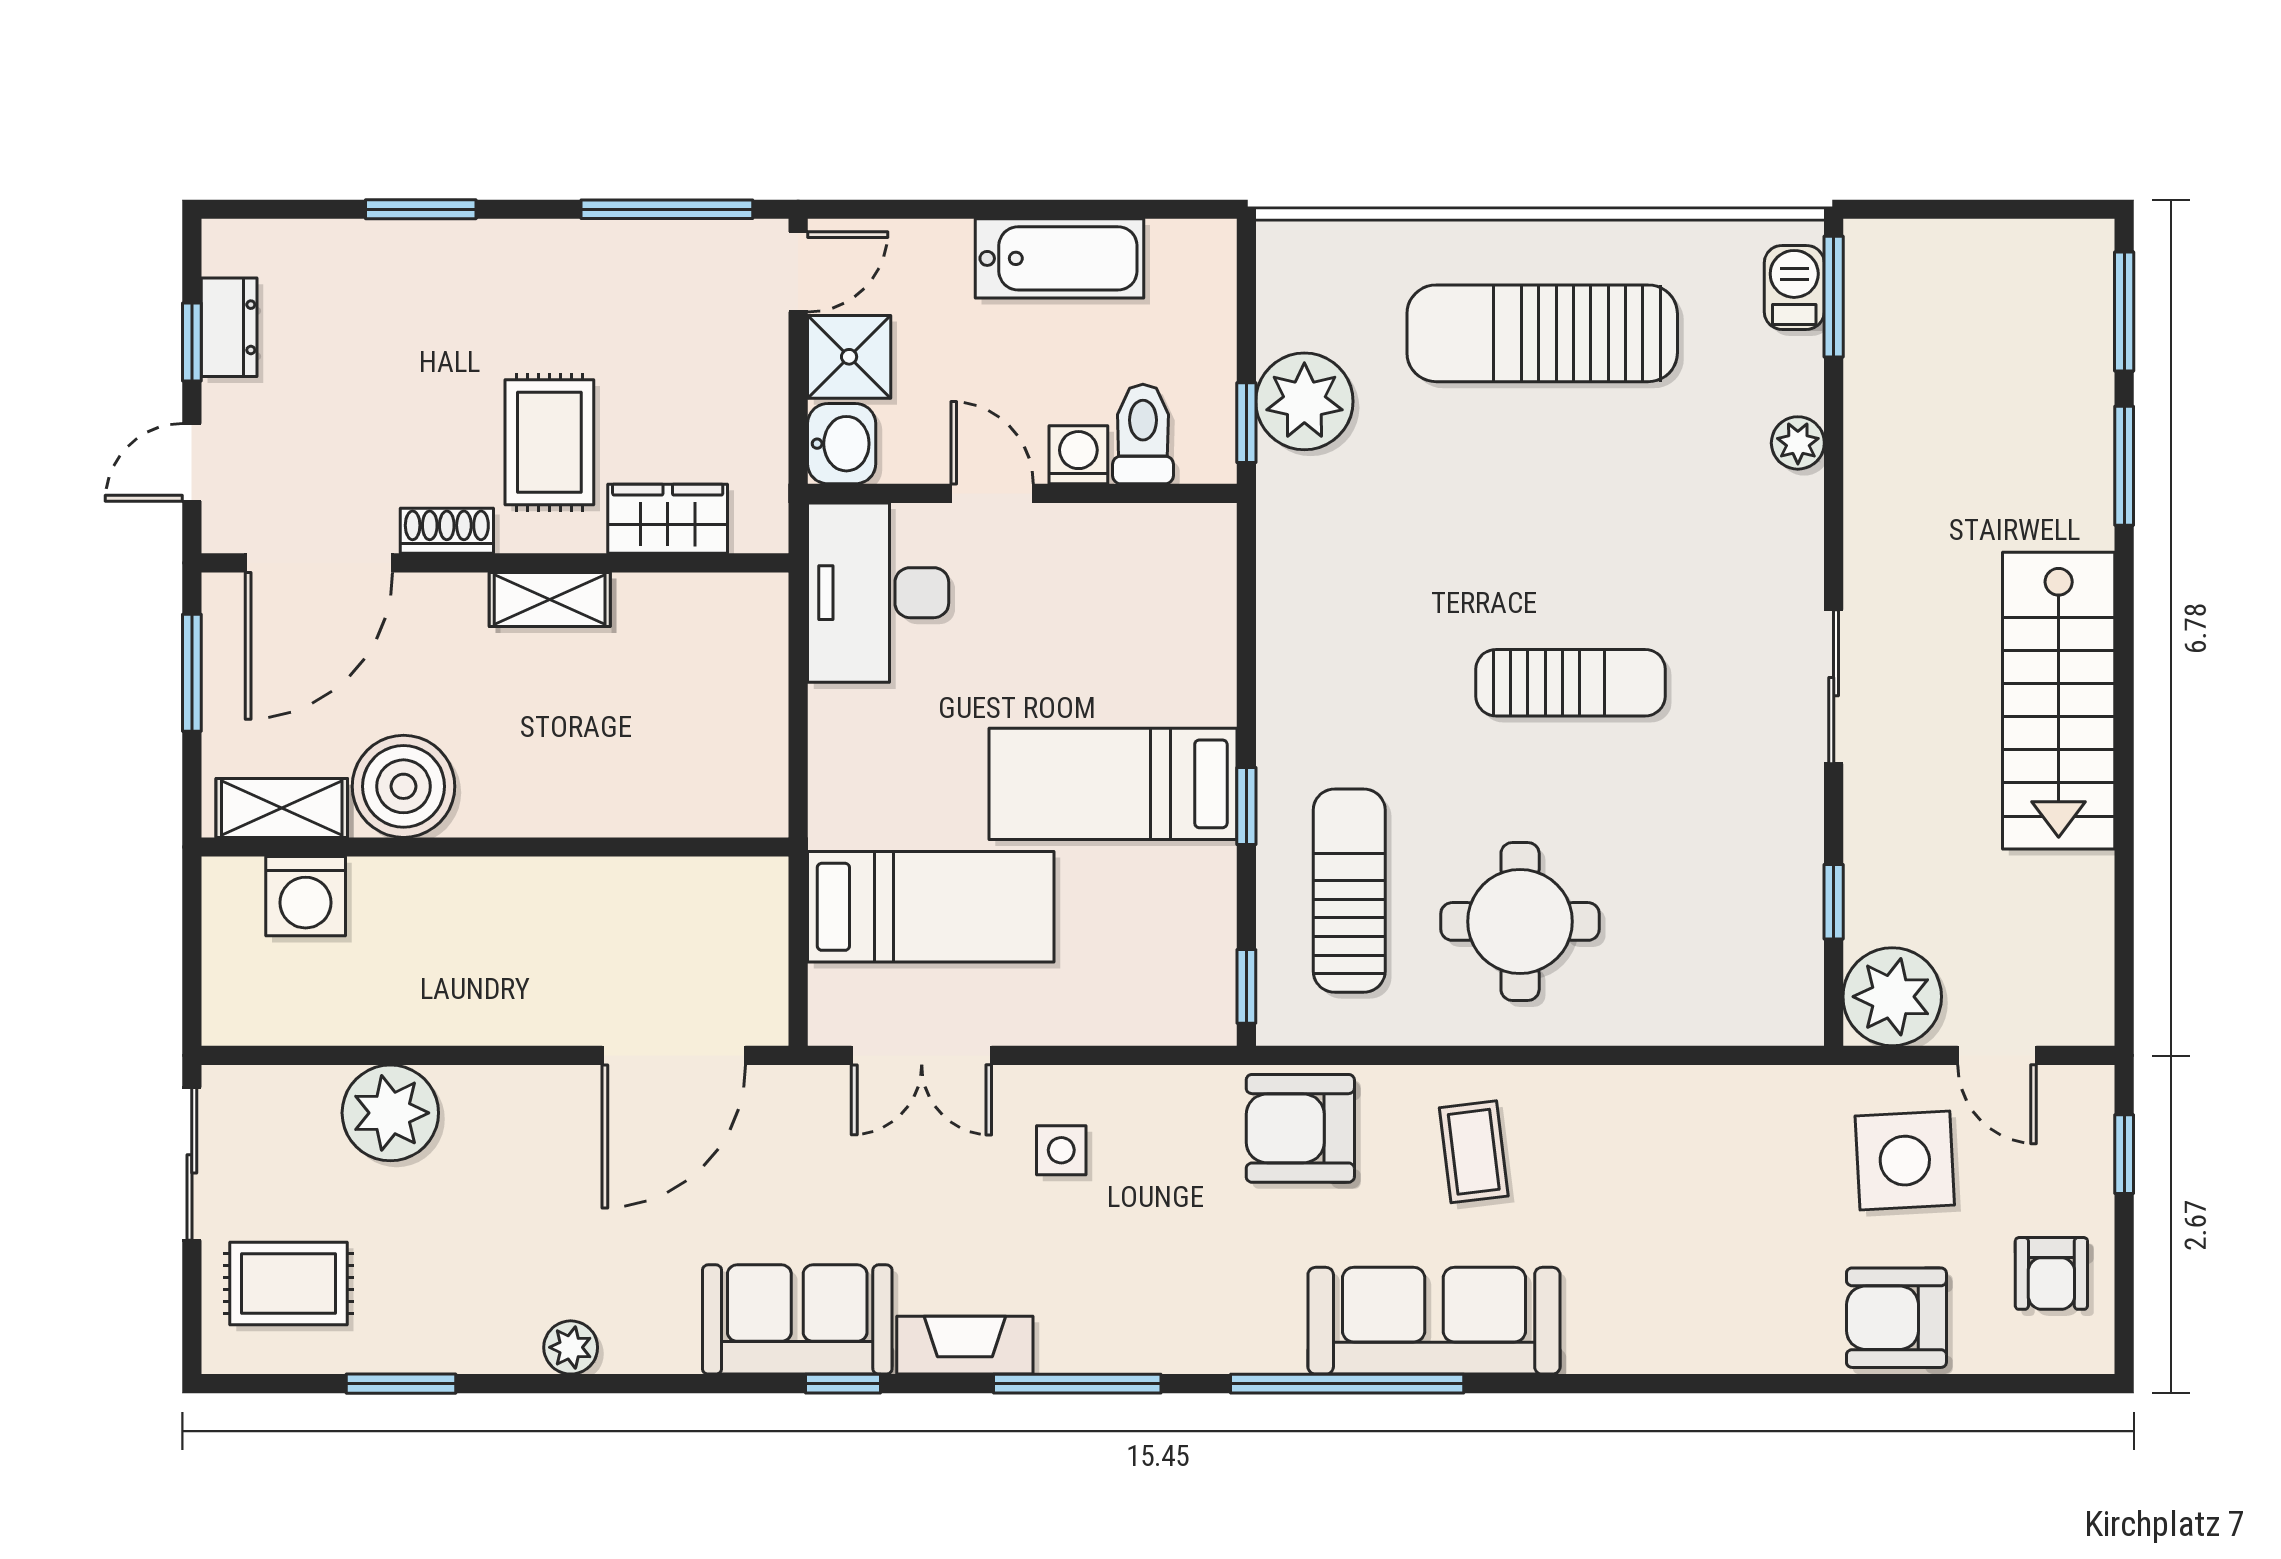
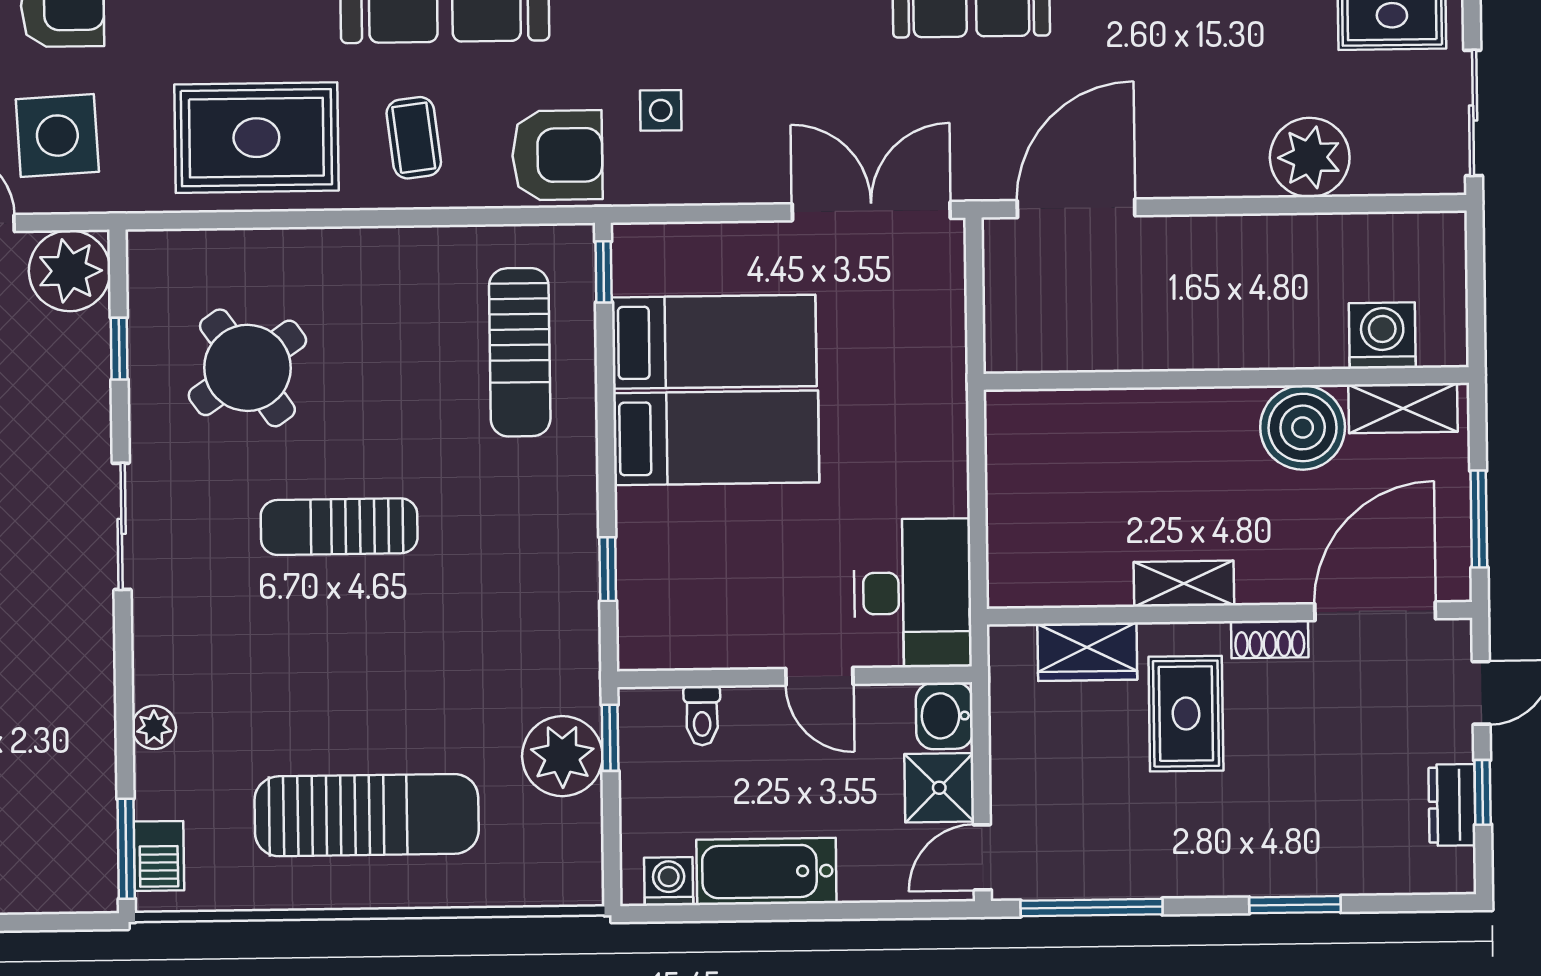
toilet: (1143, 434) -> (702, 716), width x0.73, depth x0.72
washing machine: (1078, 455) -> (669, 881), moved, turned 180
window: (1246, 806) -> (608, 569), moved
bed: (931, 907) -> (714, 342), moved, turned 180
round table: (1520, 921) -> (247, 368), moved, turned -35
double door: (922, 1055) -> (871, 211), width x1.37
side table: (1061, 1150) -> (661, 110), moved
rug: (1664, 1155) -> (256, 138), added

